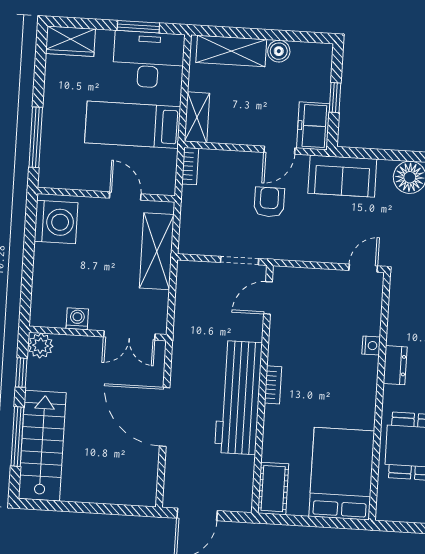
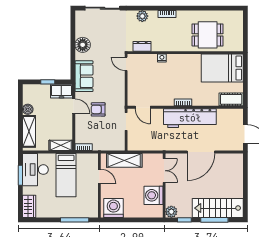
door: (125, 196) -> (99, 176), swing flipped
washing machine: (77, 319) -> (153, 195), width x1.89, depth x1.89
dresser: (395, 365) -> (142, 46), moved

